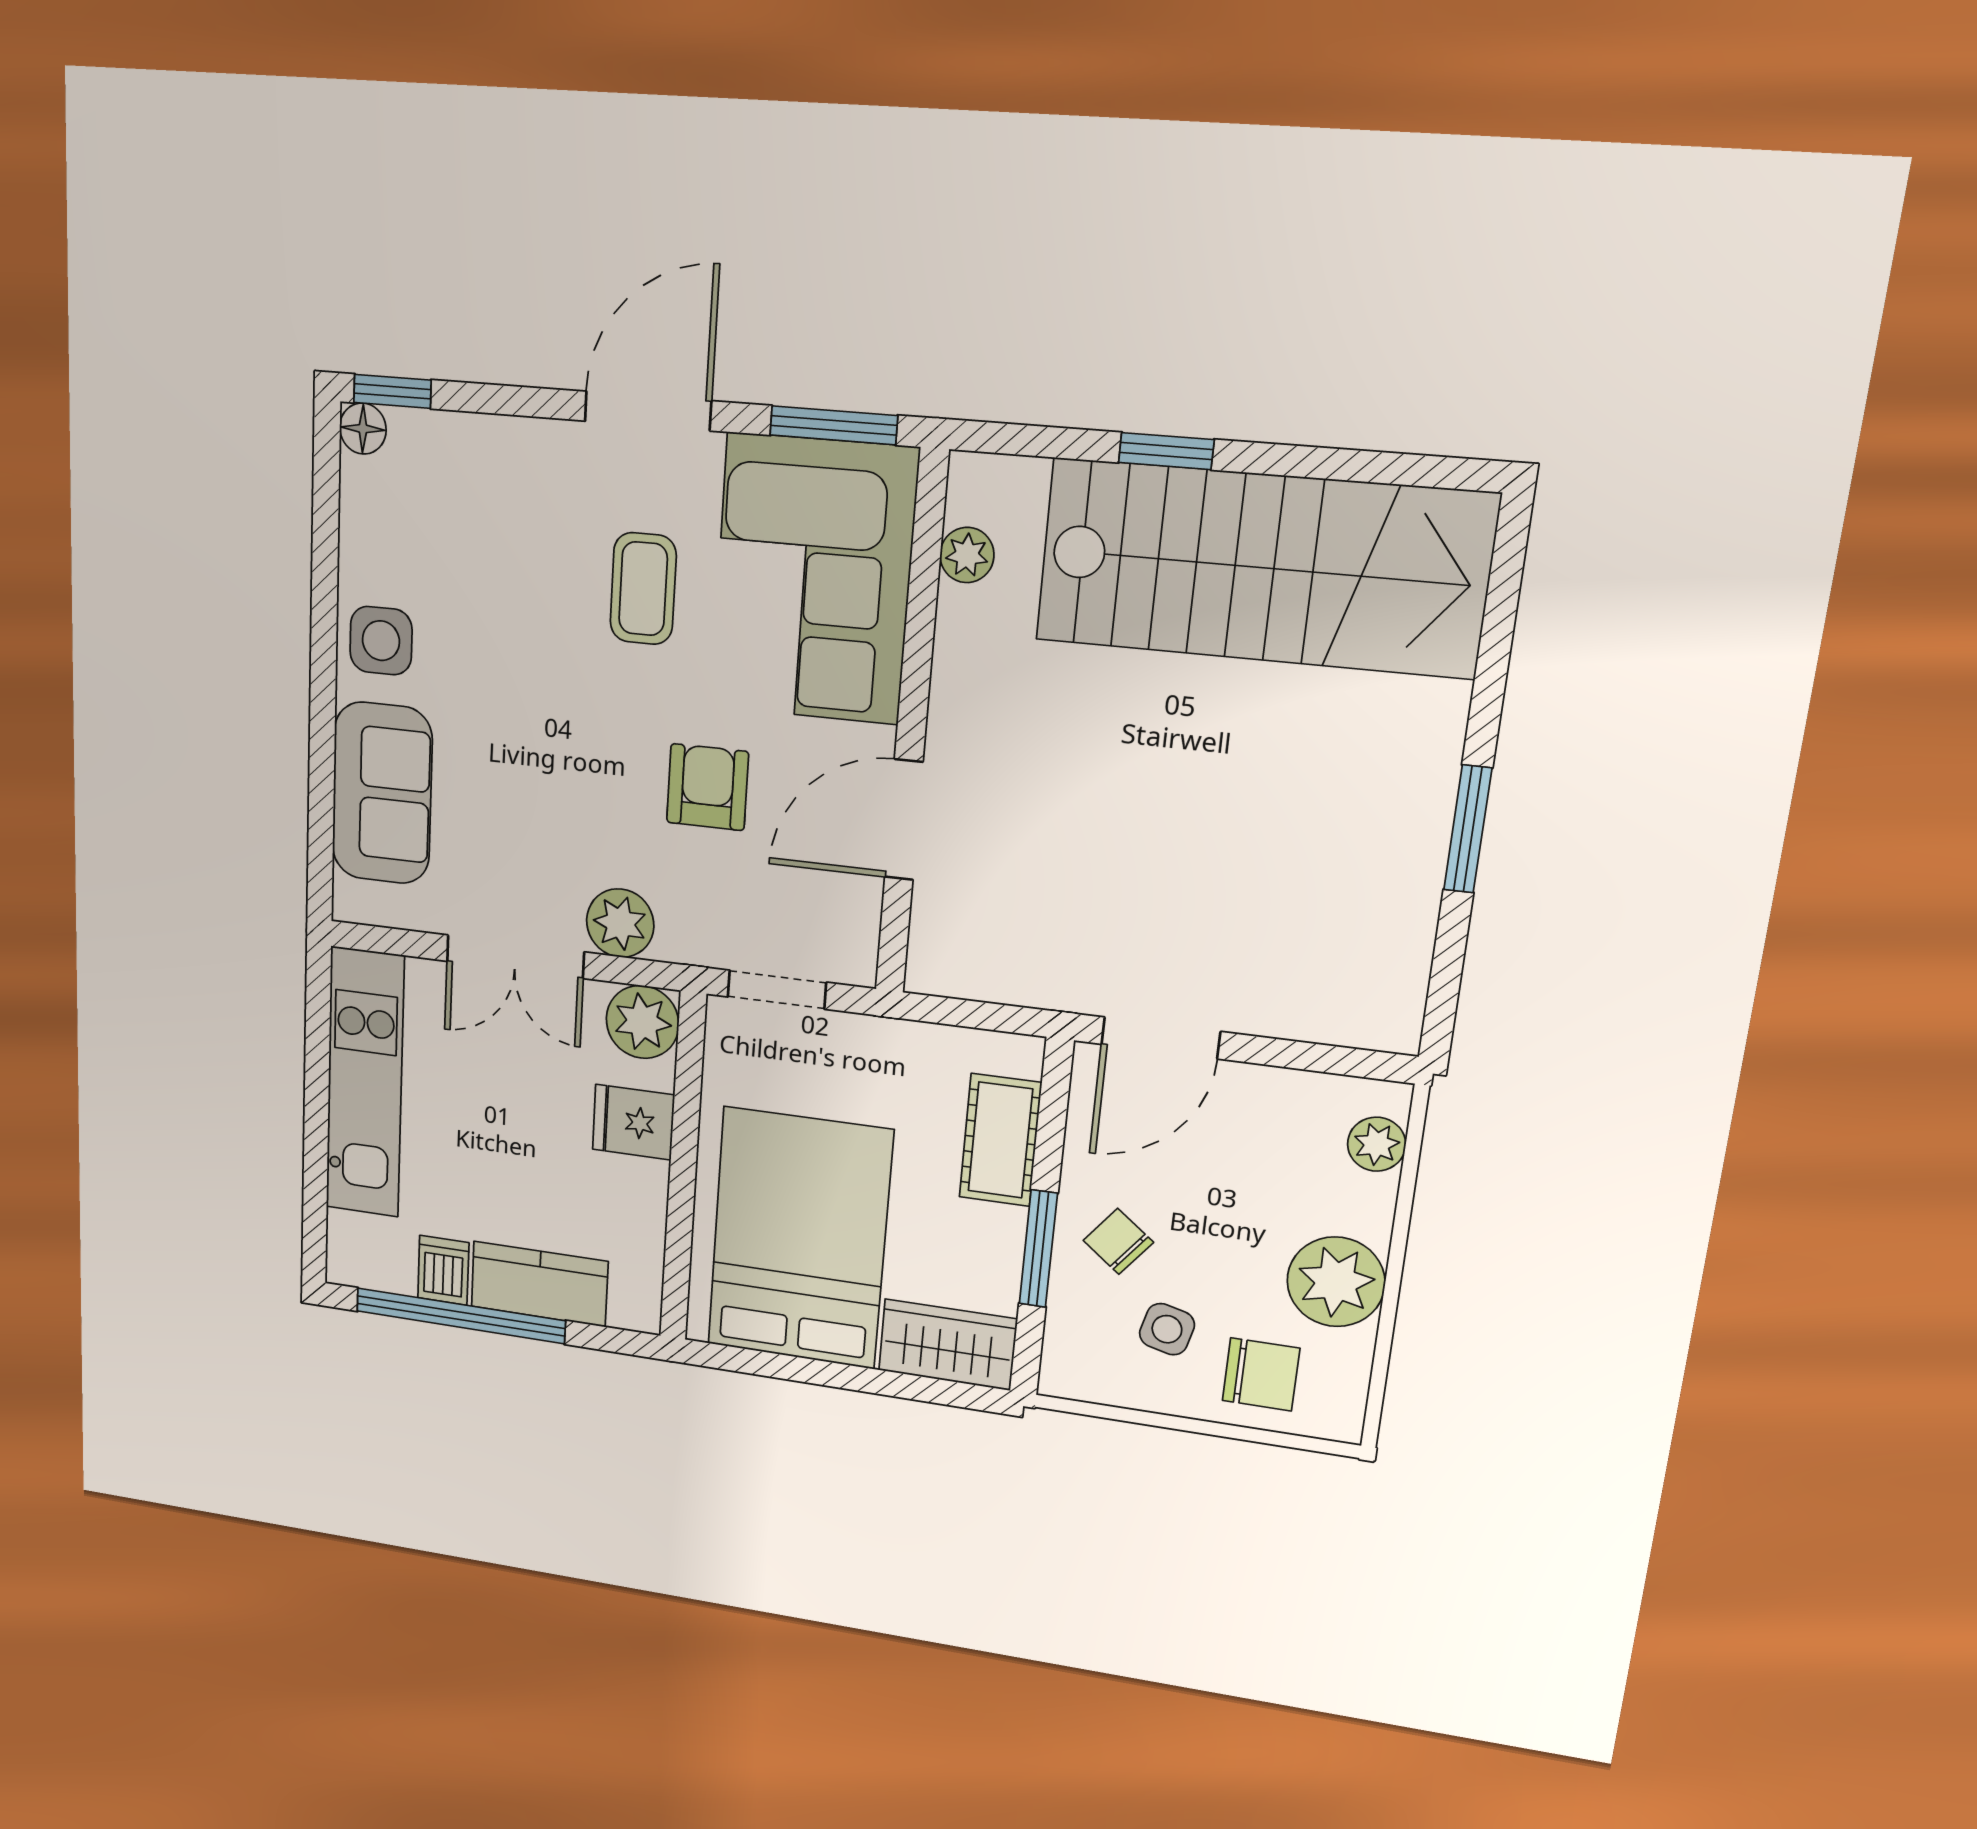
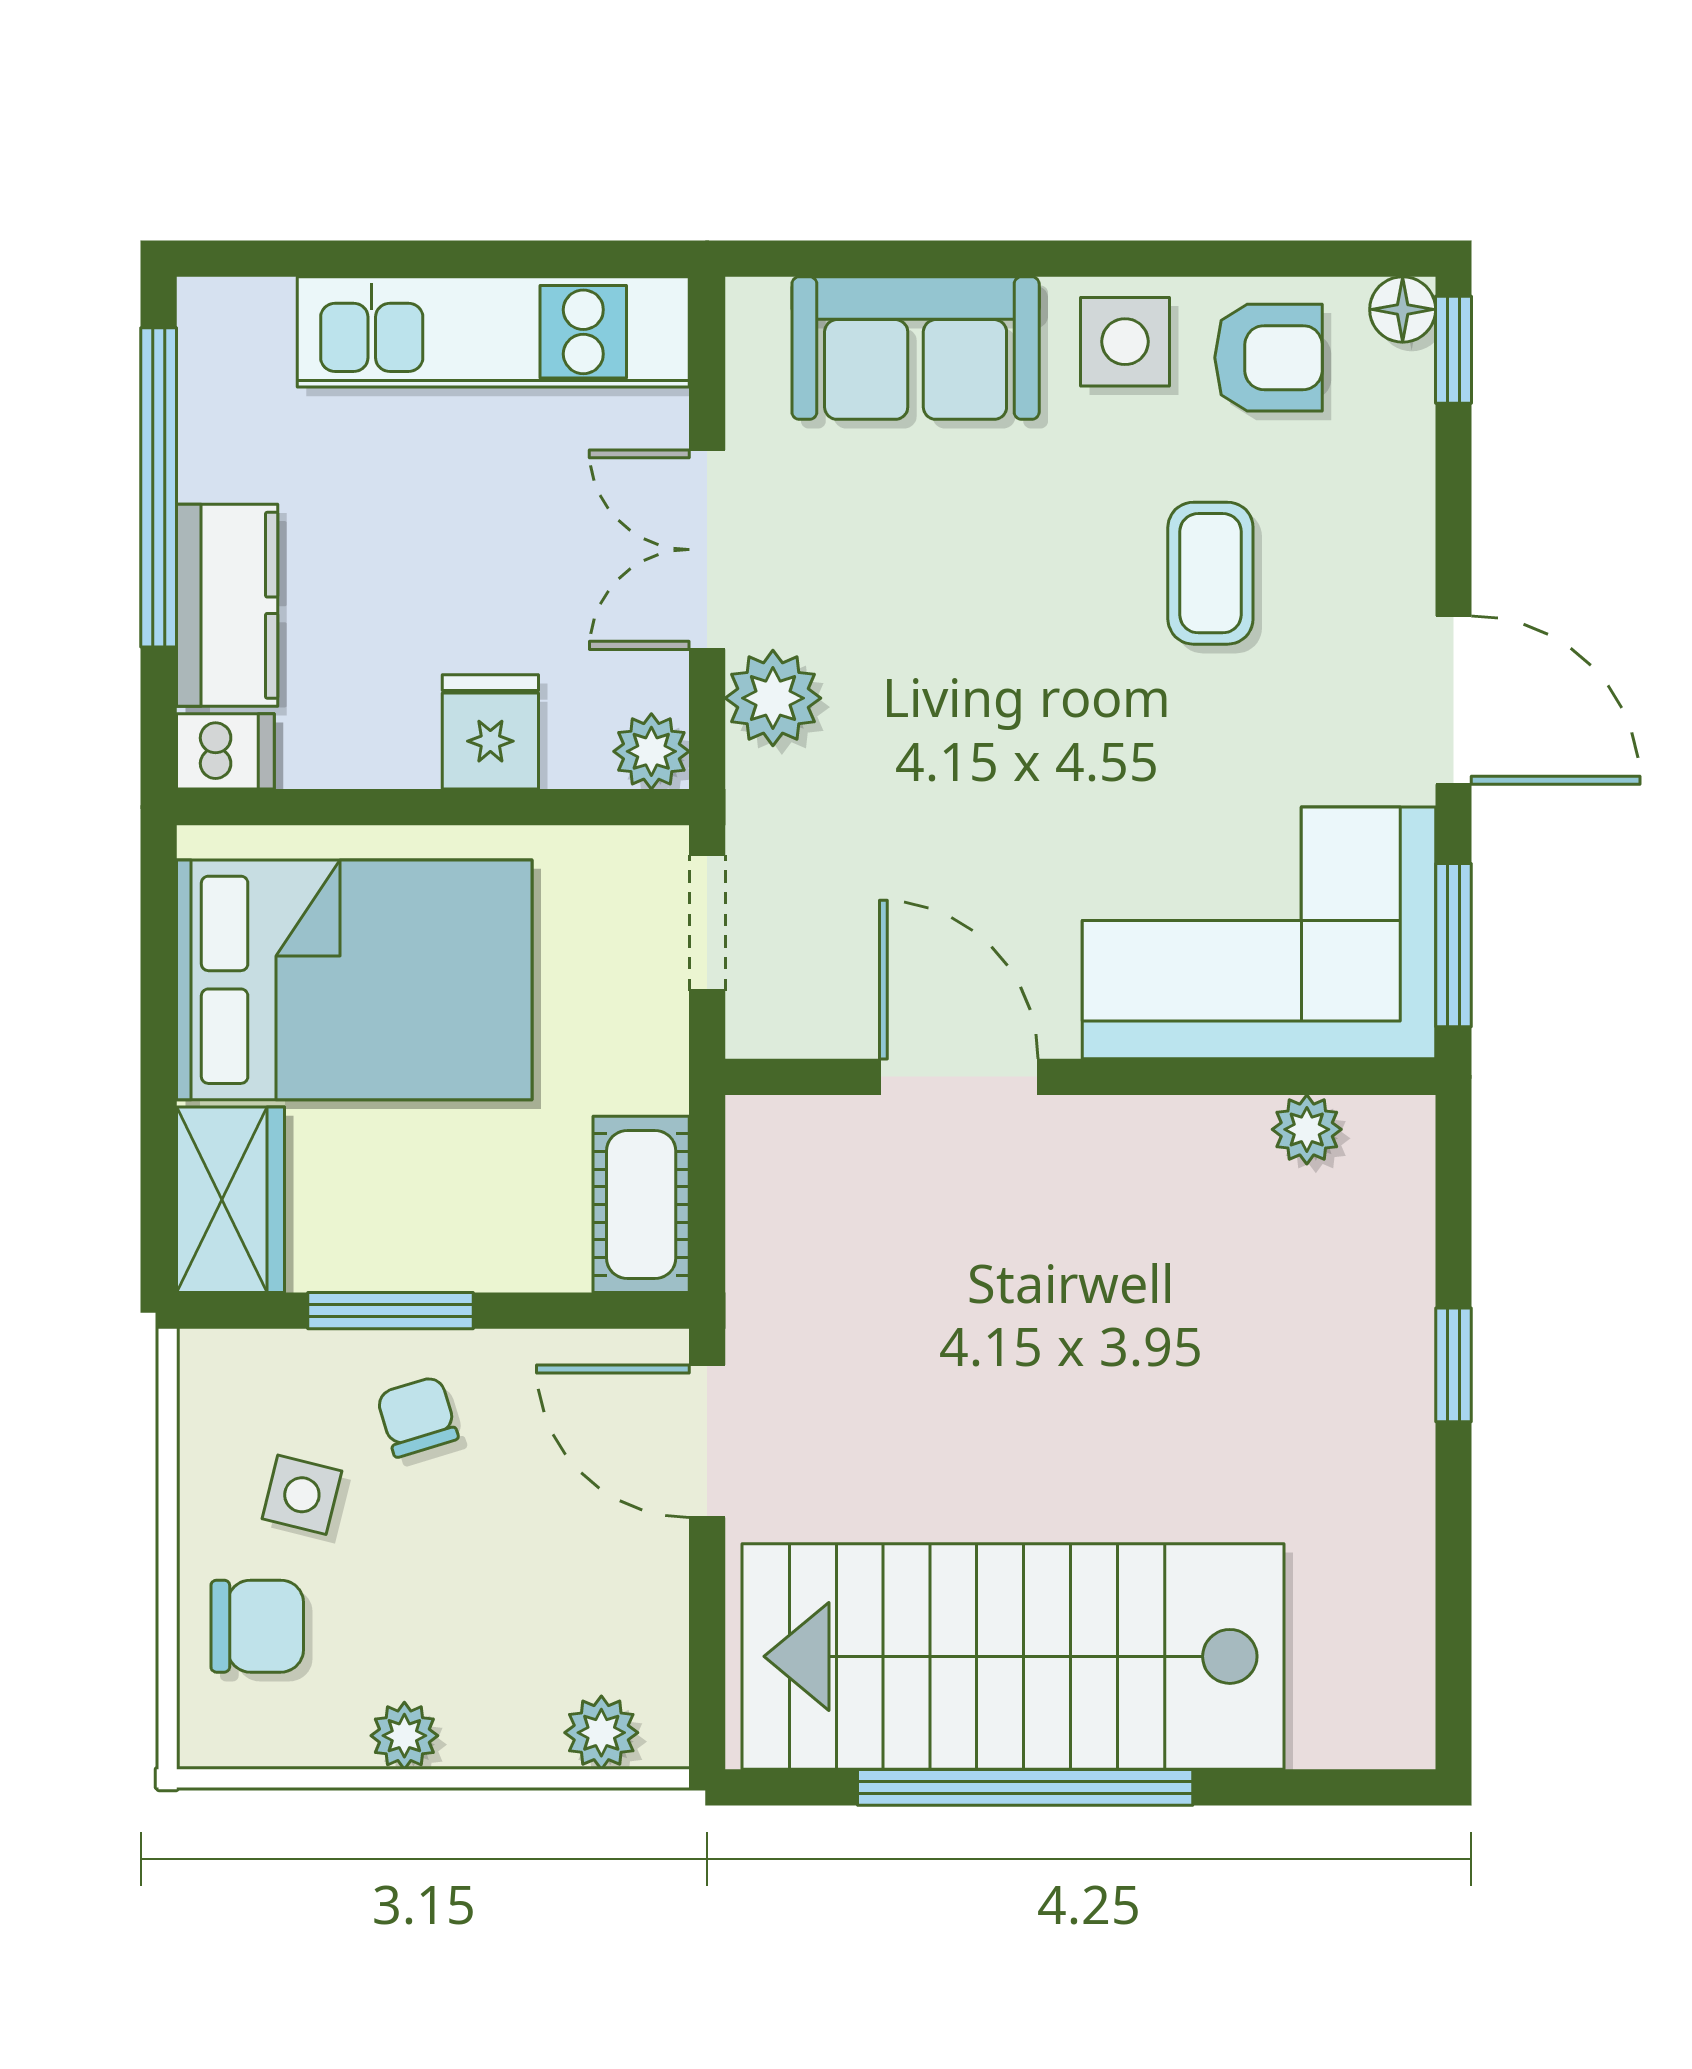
stairs: (1263, 568) -> (1013, 1656), moved, turned 90
coffee table: (643, 589) -> (1210, 573), moved, turned 90
armchair: (708, 787) -> (1269, 358), moved
window: (1468, 829) -> (1025, 1787), width x2.11
plant: (642, 1022) -> (651, 751), width x0.73, depth x0.73
cot: (1000, 1140) -> (641, 1204), moved, turned 90
chair: (1118, 1241) -> (417, 1417), turned -55
dishwasher: (443, 1270) -> (225, 751), moved
plant: (1336, 1282) -> (404, 1736), width x0.53, depth x0.53
chair: (1261, 1374) -> (257, 1626), turned -90

